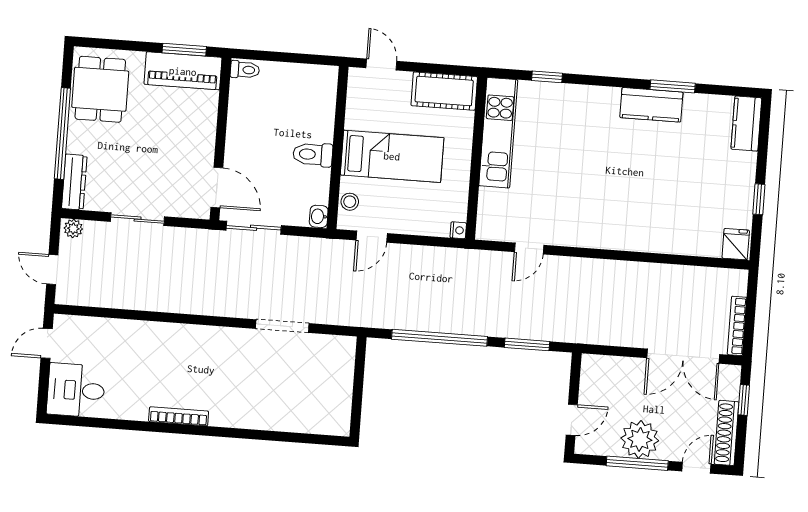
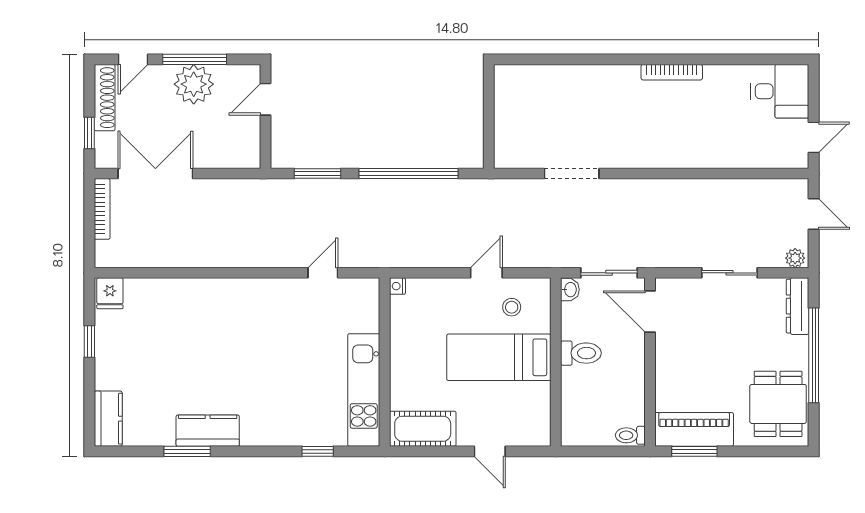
wall: (338, 148) -> (556, 362), moved
toilet: (313, 154) -> (581, 353), moved
bed: (392, 156) -> (499, 357), moved
washbasin: (319, 216) -> (570, 290), moved

